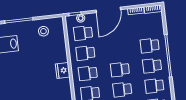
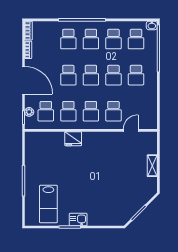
stool: (43, 31) -> (39, 155), removed
school desk: (118, 49) -> (68, 75), added
fridge: (63, 70) -> (73, 139), moved

